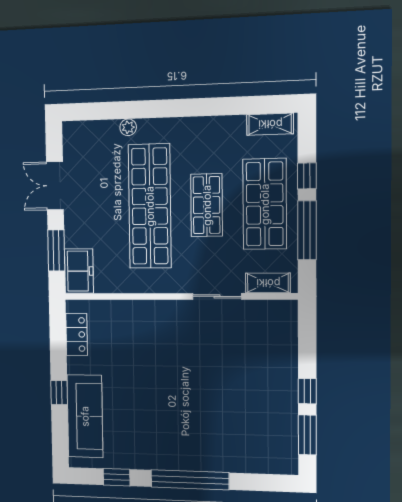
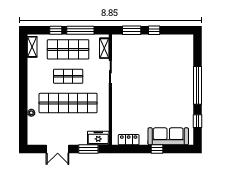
window: (307, 435) -> (132, 30), moved

